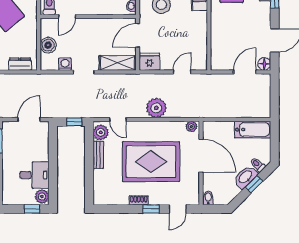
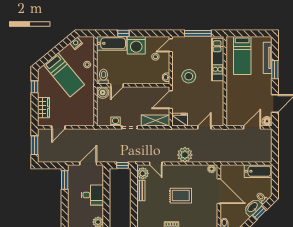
boiler: (48, 45) -> (103, 92), moved
dresser: (20, 64) -> (81, 121), removed
rug: (151, 162) -> (181, 196), width x0.54, depth x0.49
desk: (34, 175) -> (92, 195), moved

